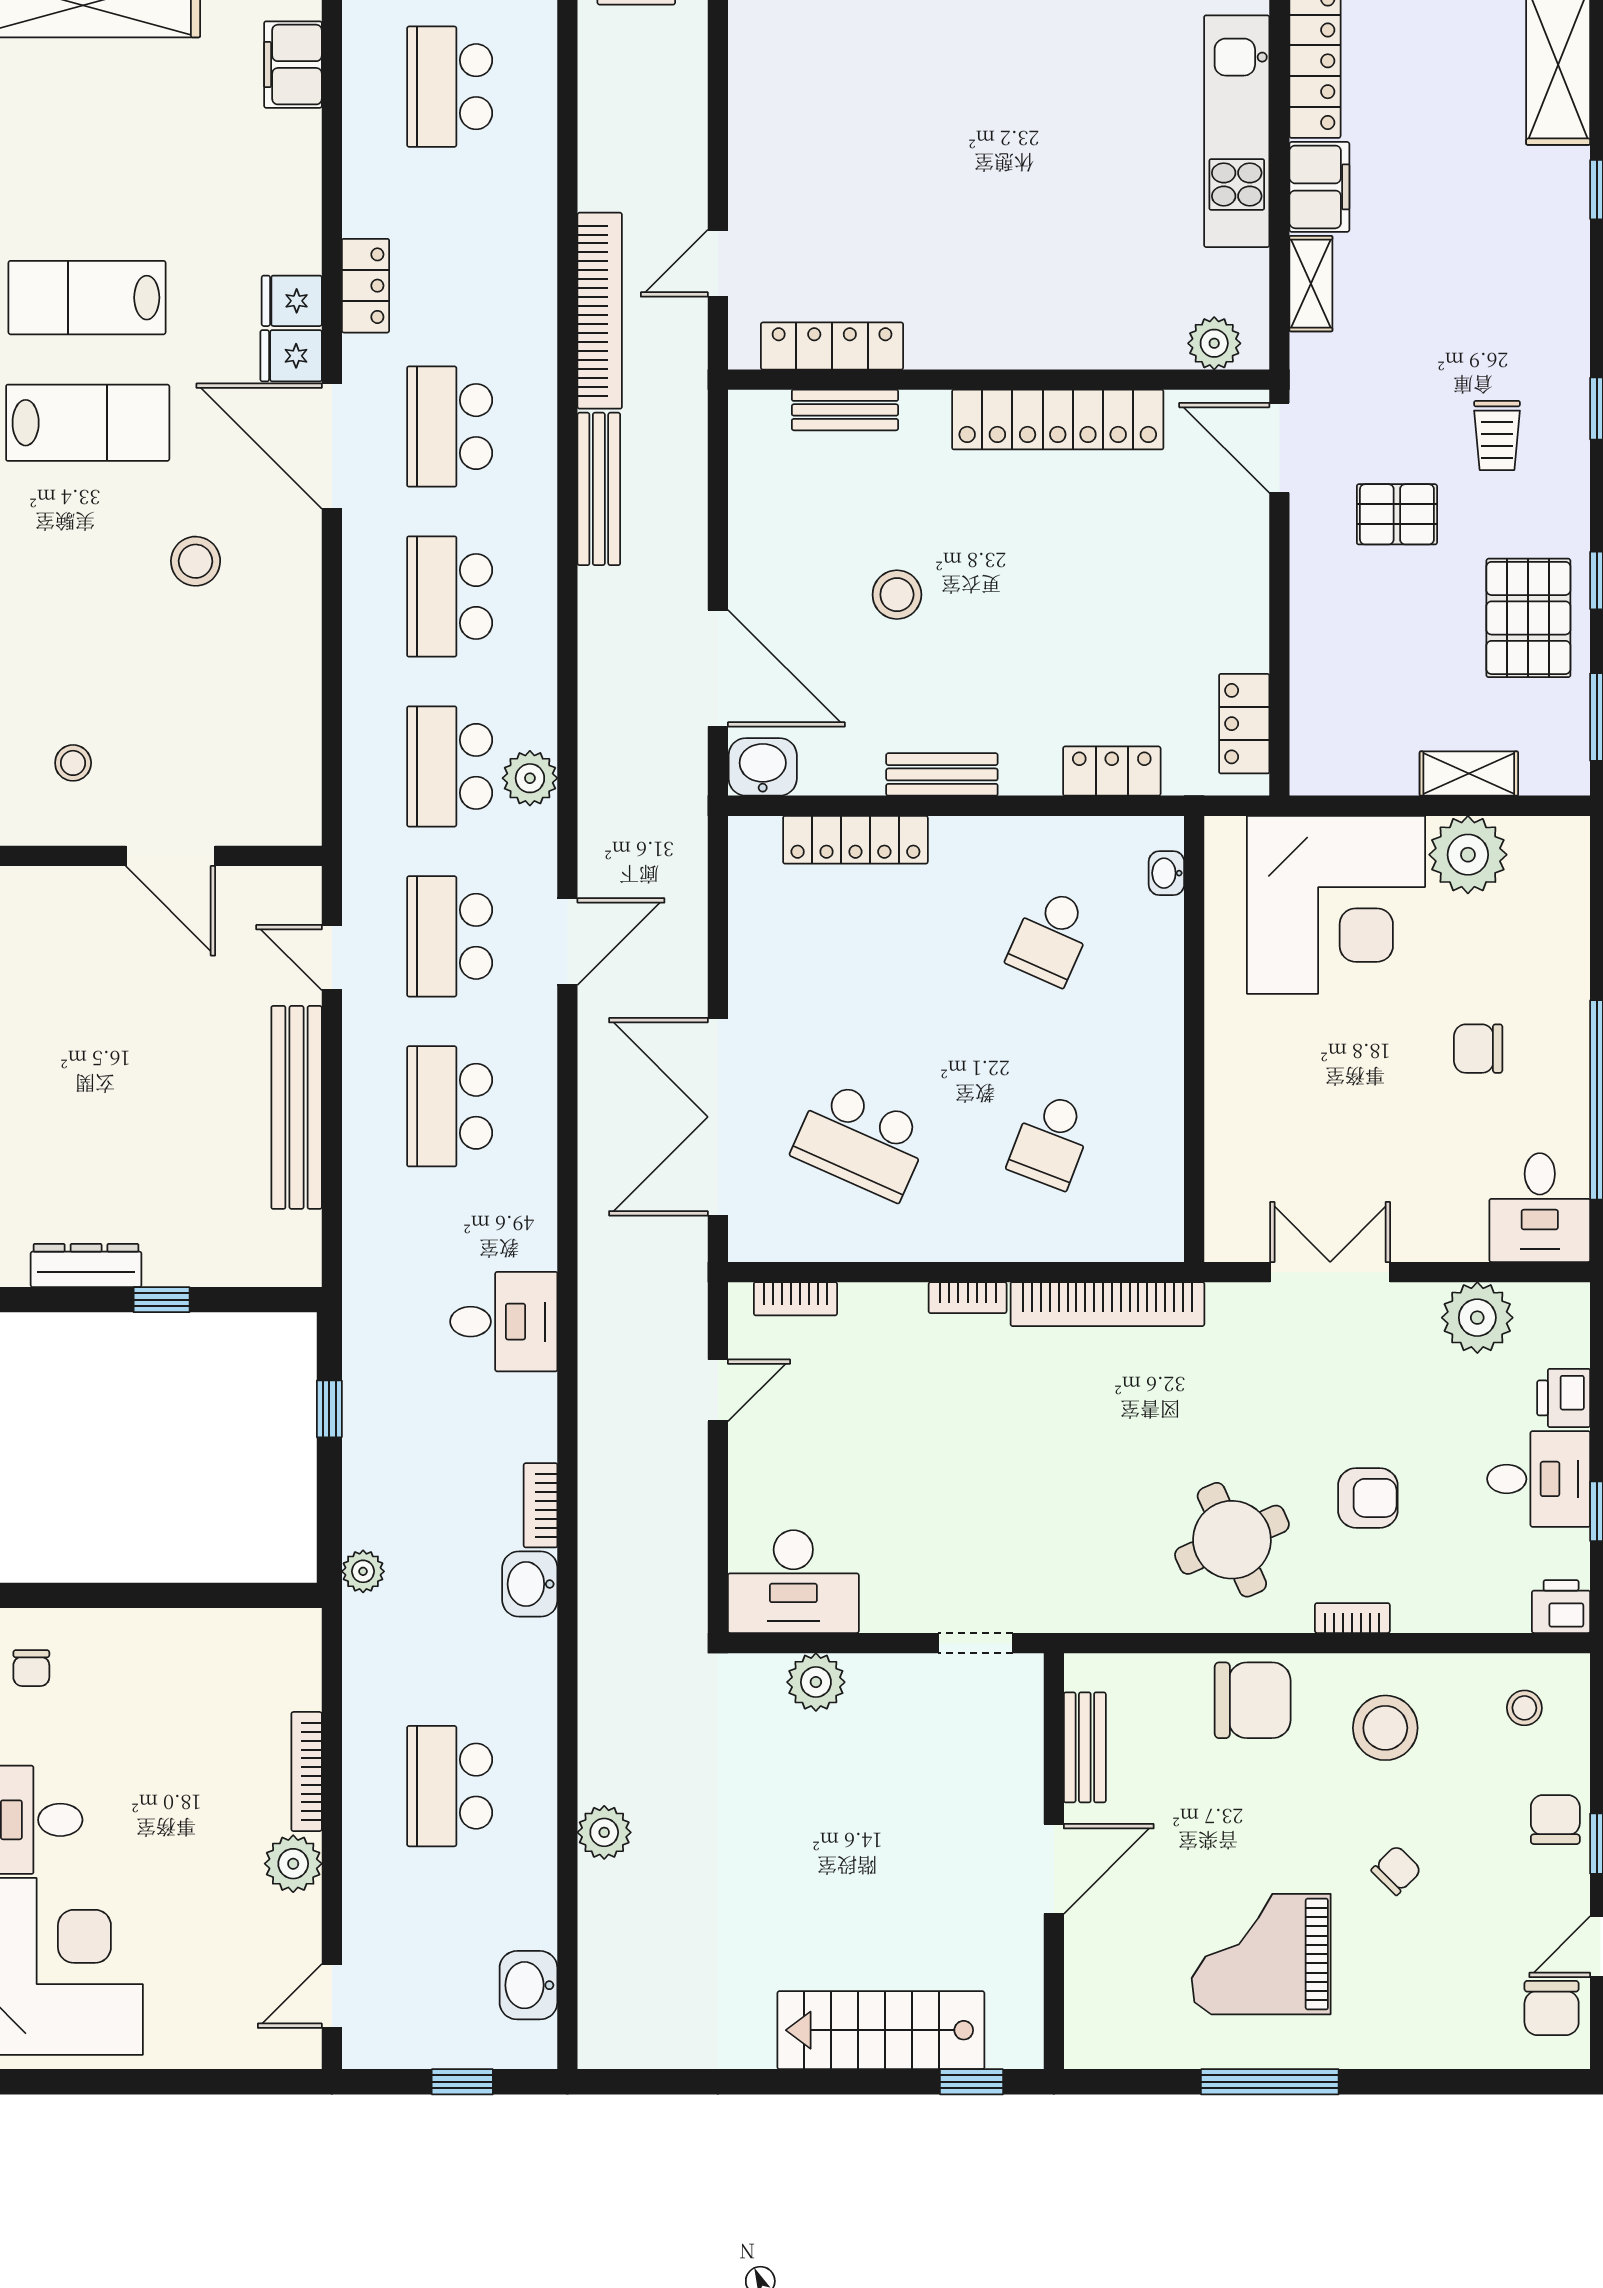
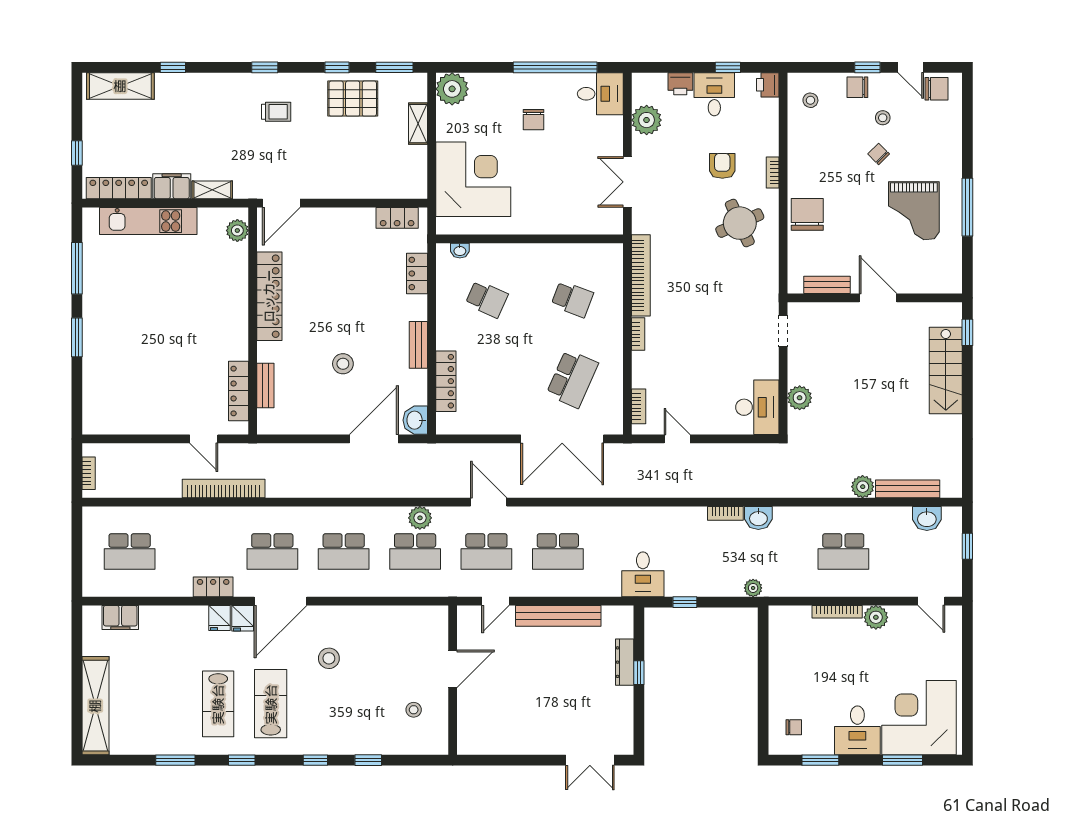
bench: (599, 489) -> (908, 489), moved
pallet: (1397, 514) -> (309, 154), removed
plant: (1468, 855) -> (452, 89), moved
dresser: (86, 1265) -> (625, 662), moved
desk: (504, 1322) -> (643, 574), moved, turned 180
stool: (1385, 1728) -> (883, 118), moved, width x0.53, depth x0.53

